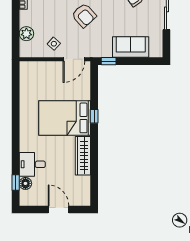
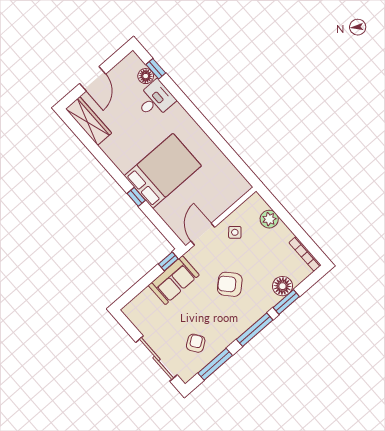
sofa: (131, 47) -> (174, 280), moved
wardrobe: (83, 156) -> (89, 121), moved
door: (58, 209) -> (93, 79), hinge flipped

